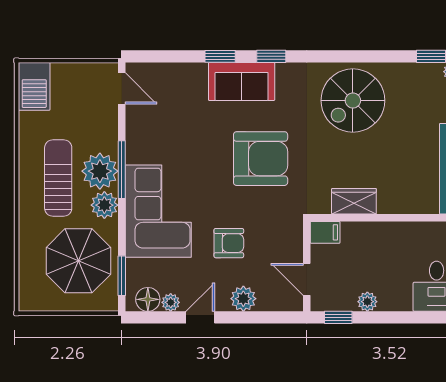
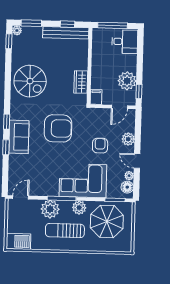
armchair: (261, 159) -> (58, 128), turned 90
plant: (100, 171) -> (50, 209), moved
plant: (367, 302) -> (127, 81), width x1.88, depth x1.88

